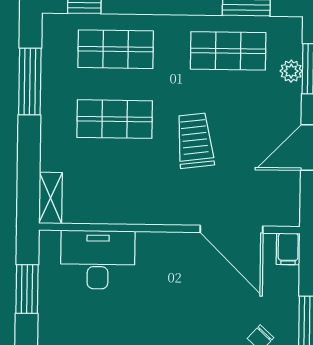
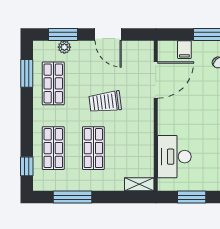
filing cabinet: (288, 249) -> (184, 50), moved, turned 90

